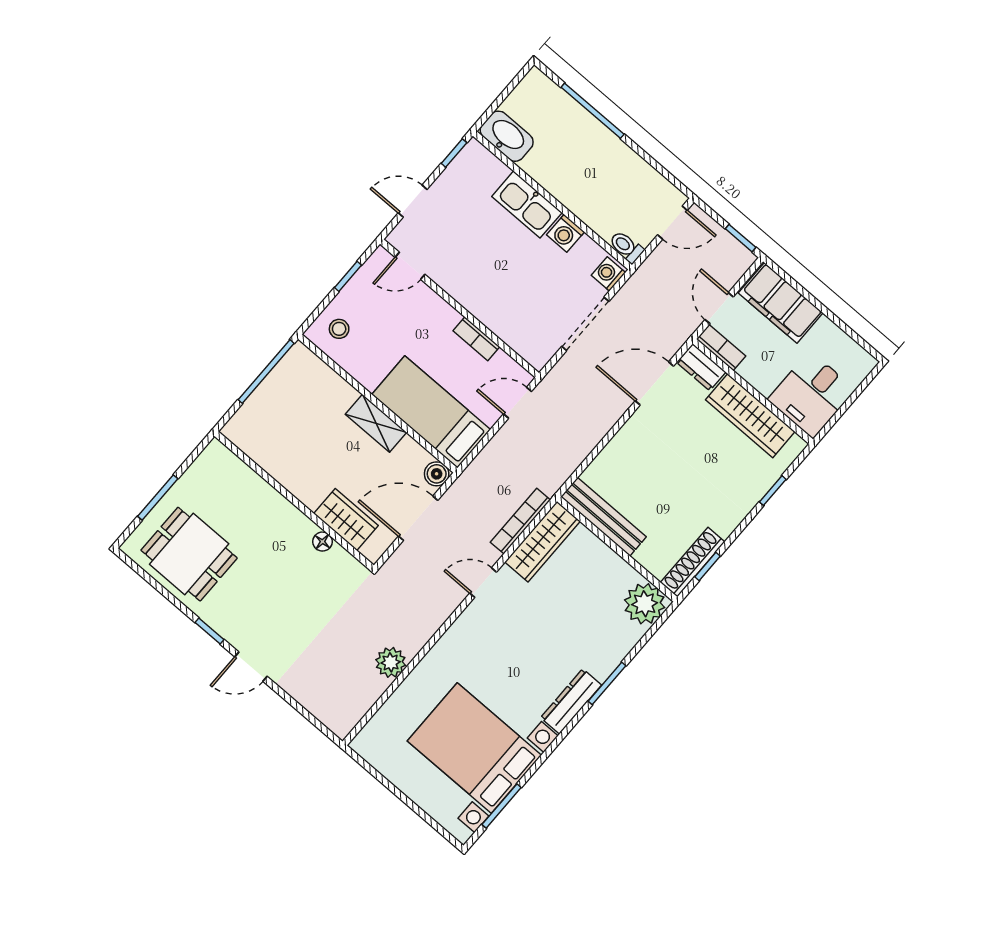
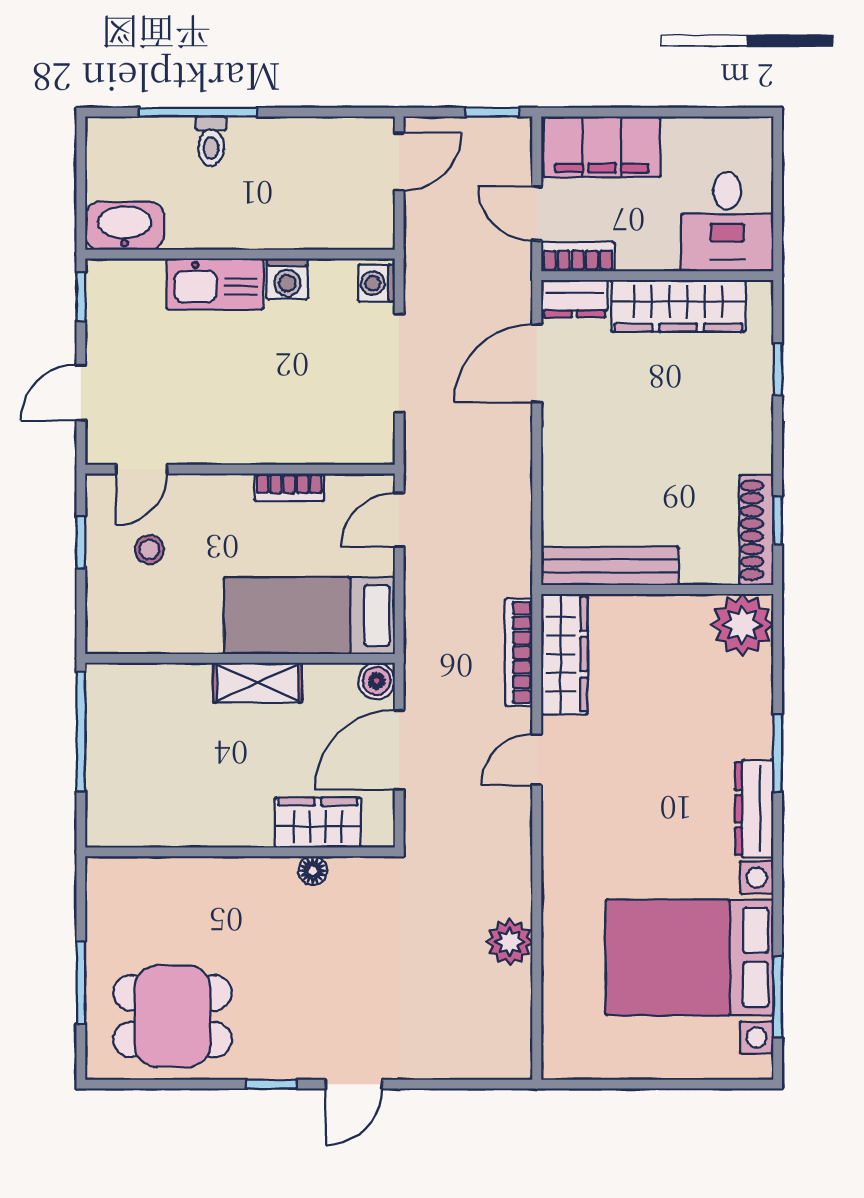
toilet: (626, 247) -> (211, 141), moved, turned -90
stool: (339, 329) -> (149, 550), moved

